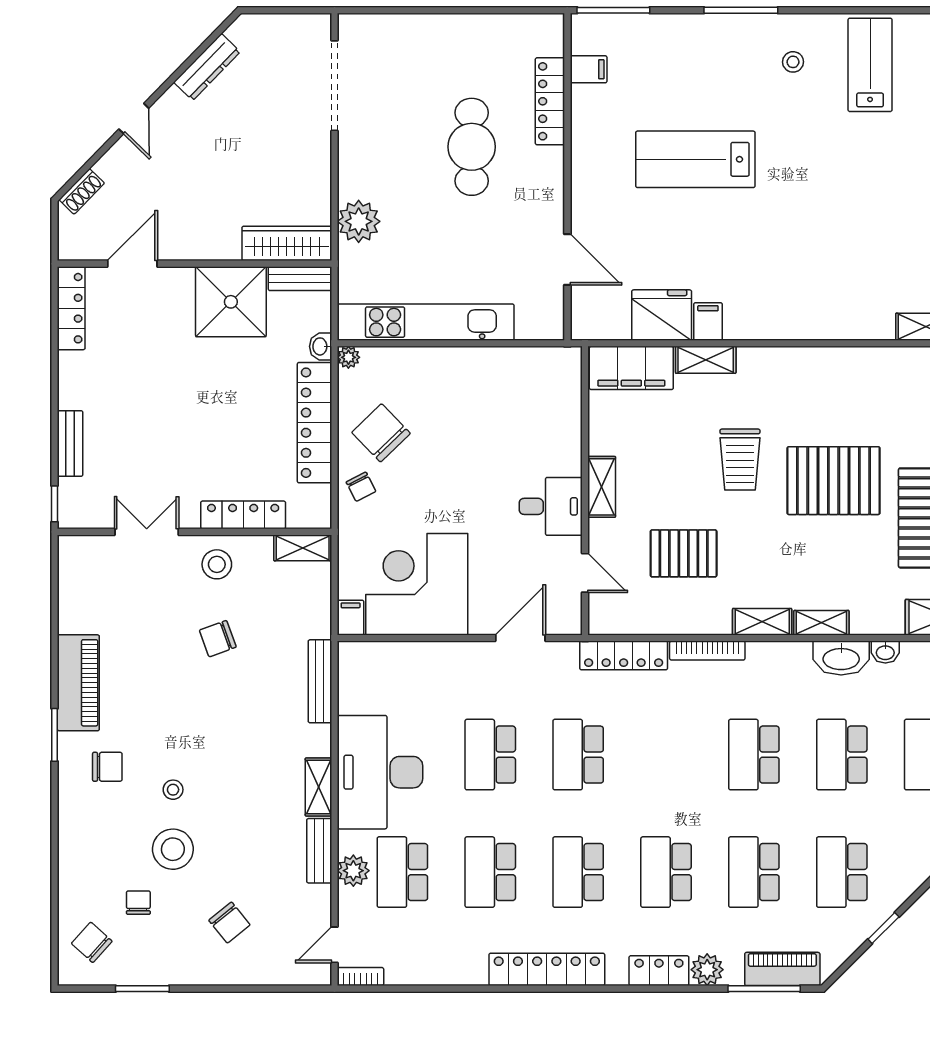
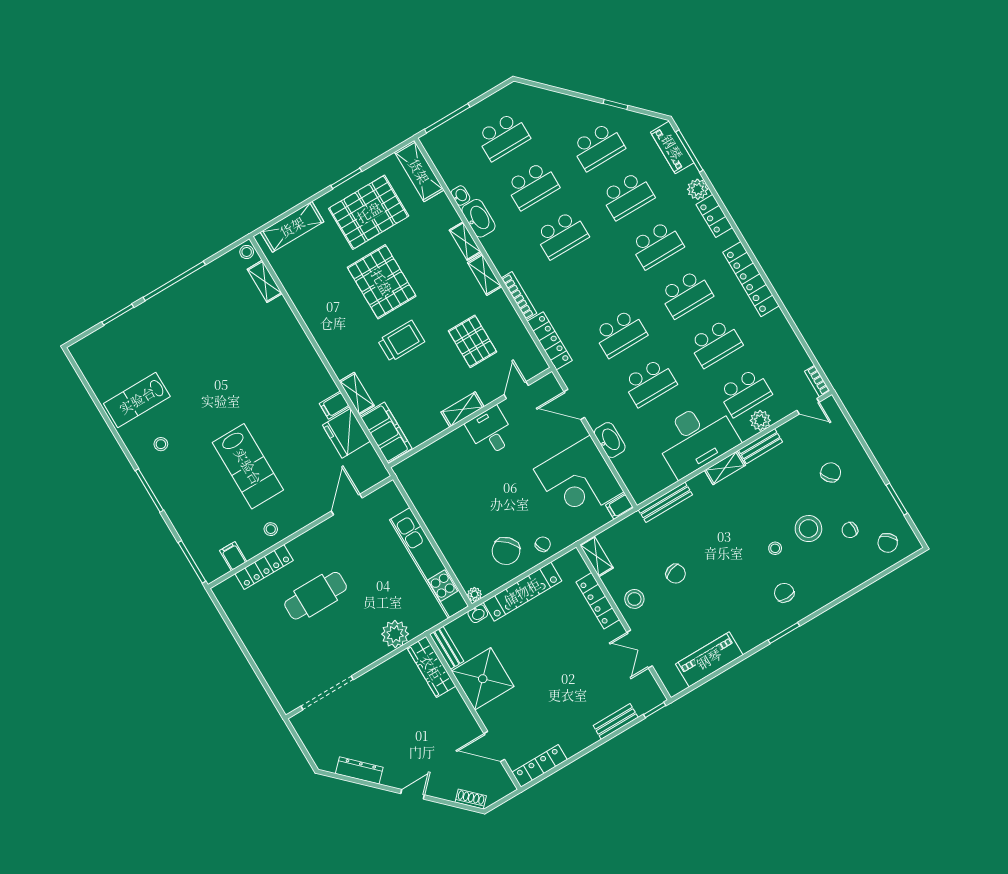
stool: (595, 140) -> (271, 529), added
washbasin: (446, 657) -> (610, 440), added
piano: (78, 683) -> (709, 659), moved

